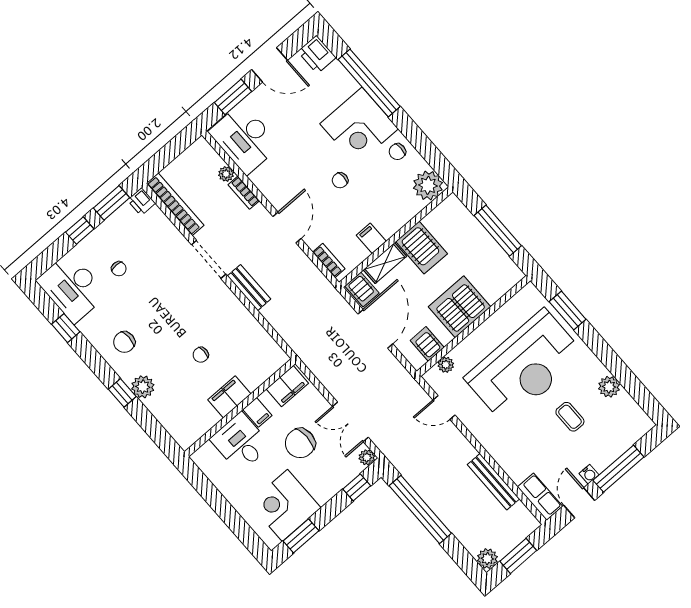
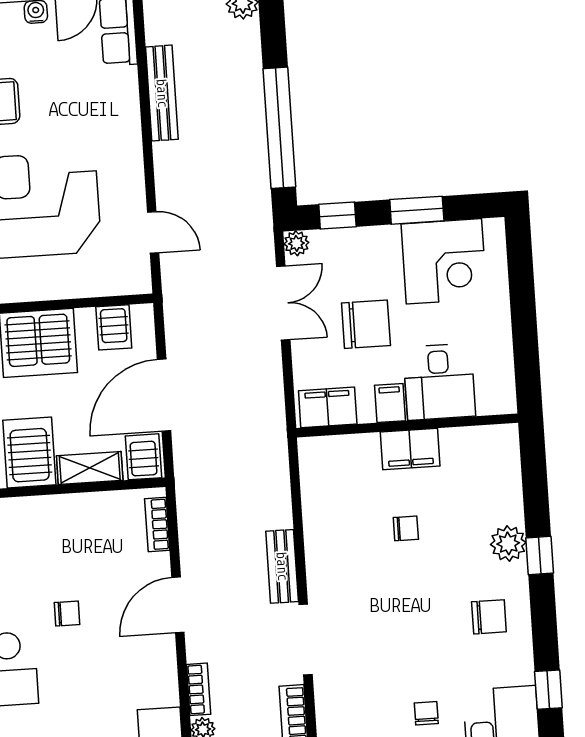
filing cabinet: (371, 238) -> (83, 512), removed
plant: (446, 365) -> (110, 284), removed
window: (301, 536) -> (417, 210), moved

